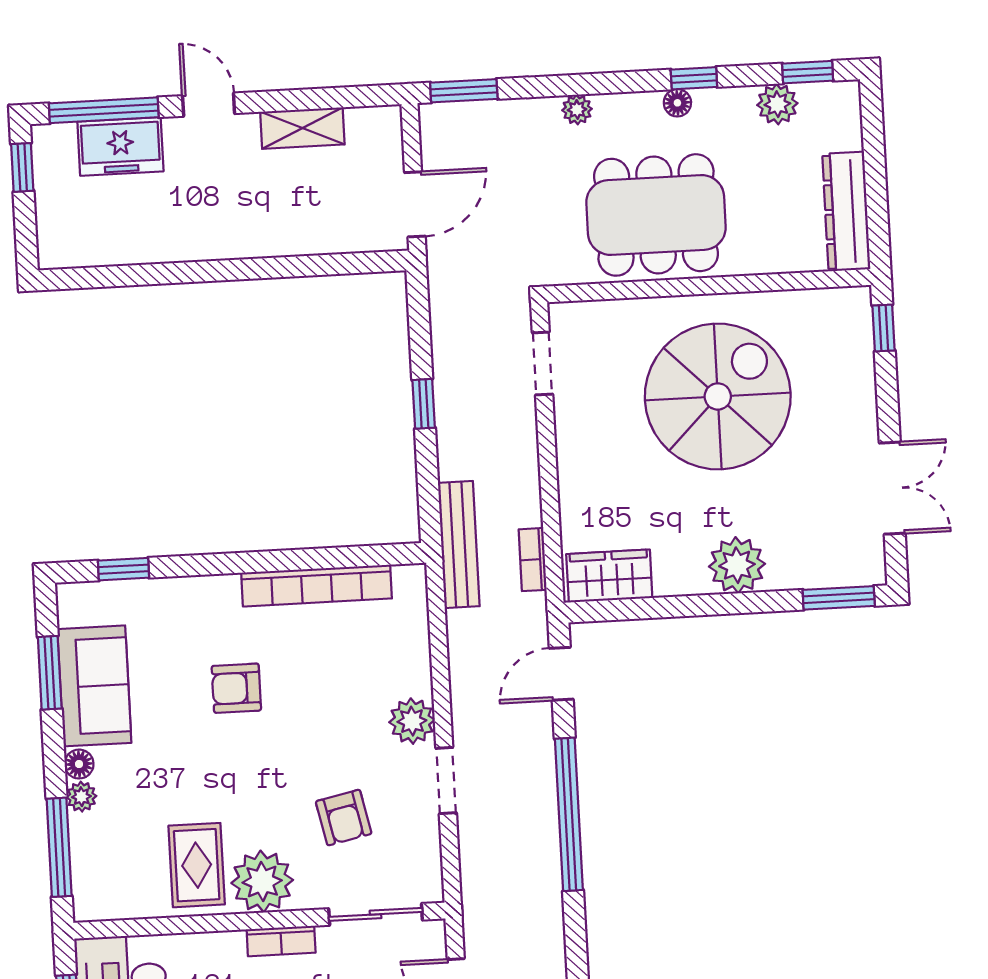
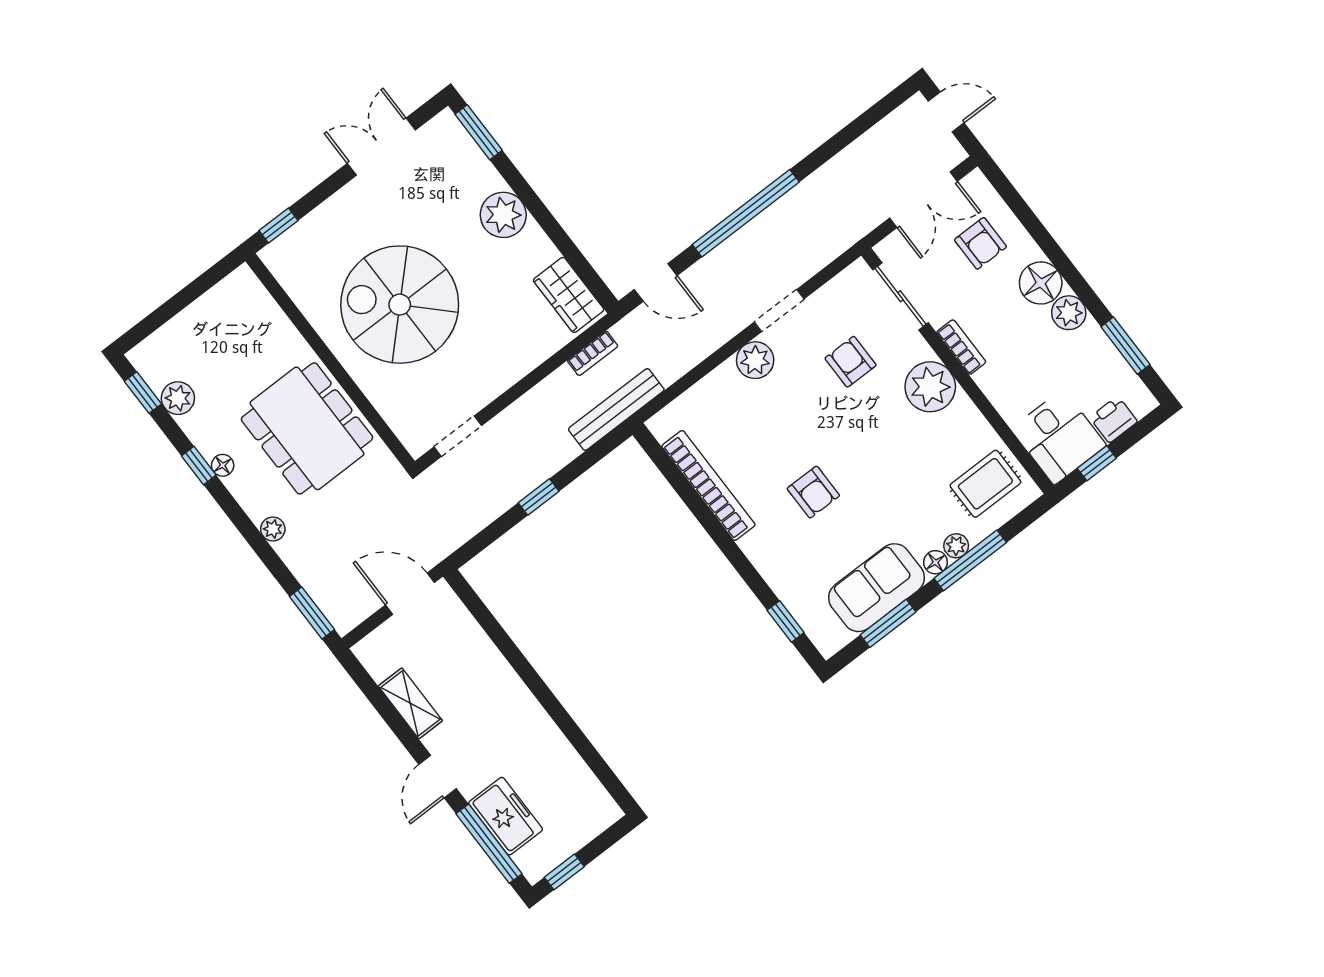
dresser: (846, 211) -> (218, 303), removed
armchair: (344, 818) -> (851, 362), turned -78
window: (59, 847) -> (970, 560), moved
rug: (197, 865) -> (985, 484), moved

